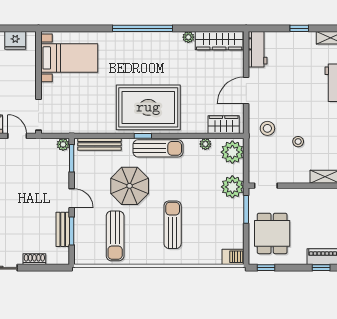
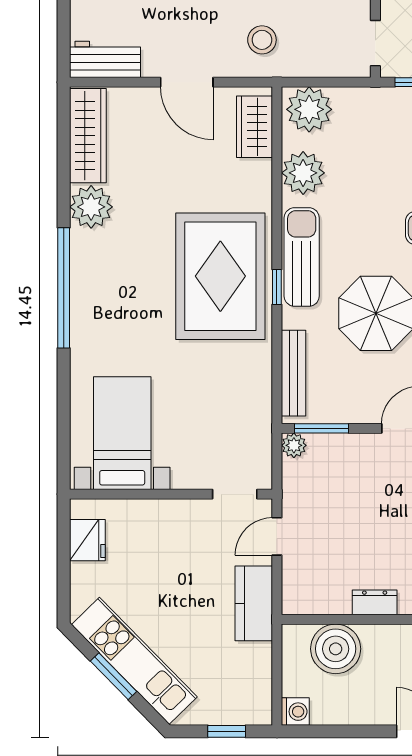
plant: (188, 37) -> (91, 207), width x1.88, depth x1.88
doorway: (38, 115) -> (235, 494), width x0.73
plant: (205, 144) -> (303, 173), width x1.88, depth x1.88
plant: (232, 187) -> (378, 109), removed

